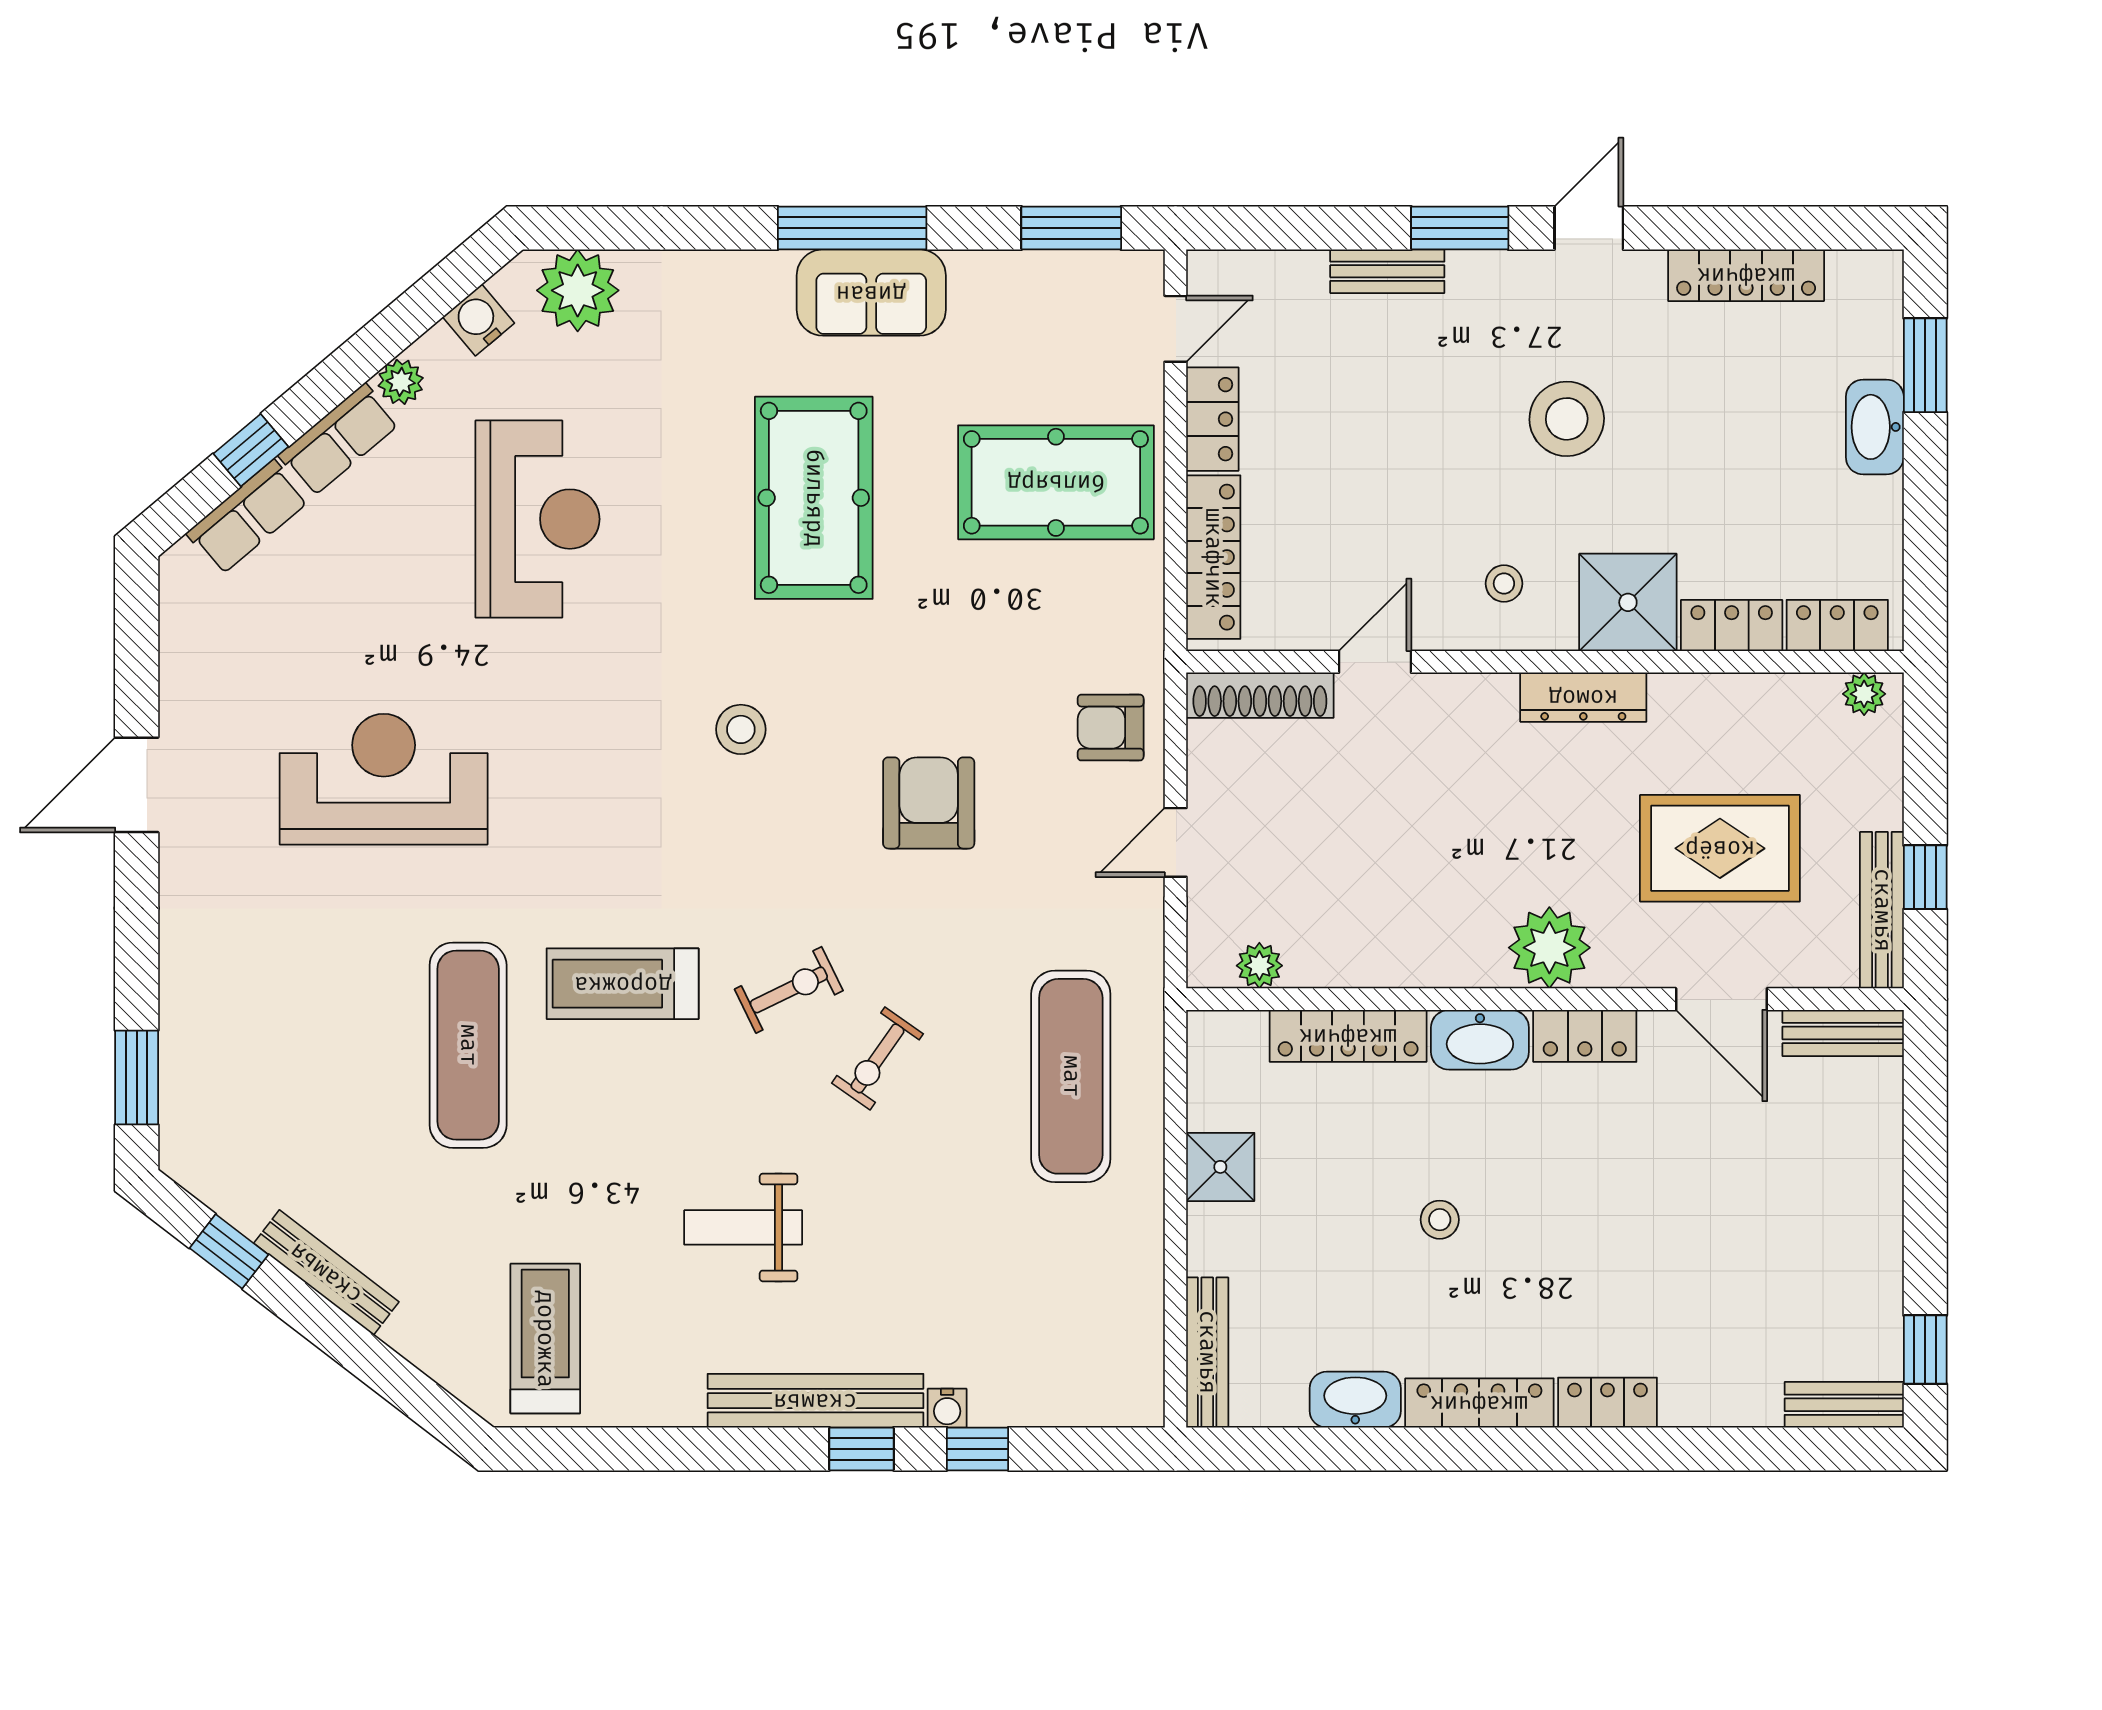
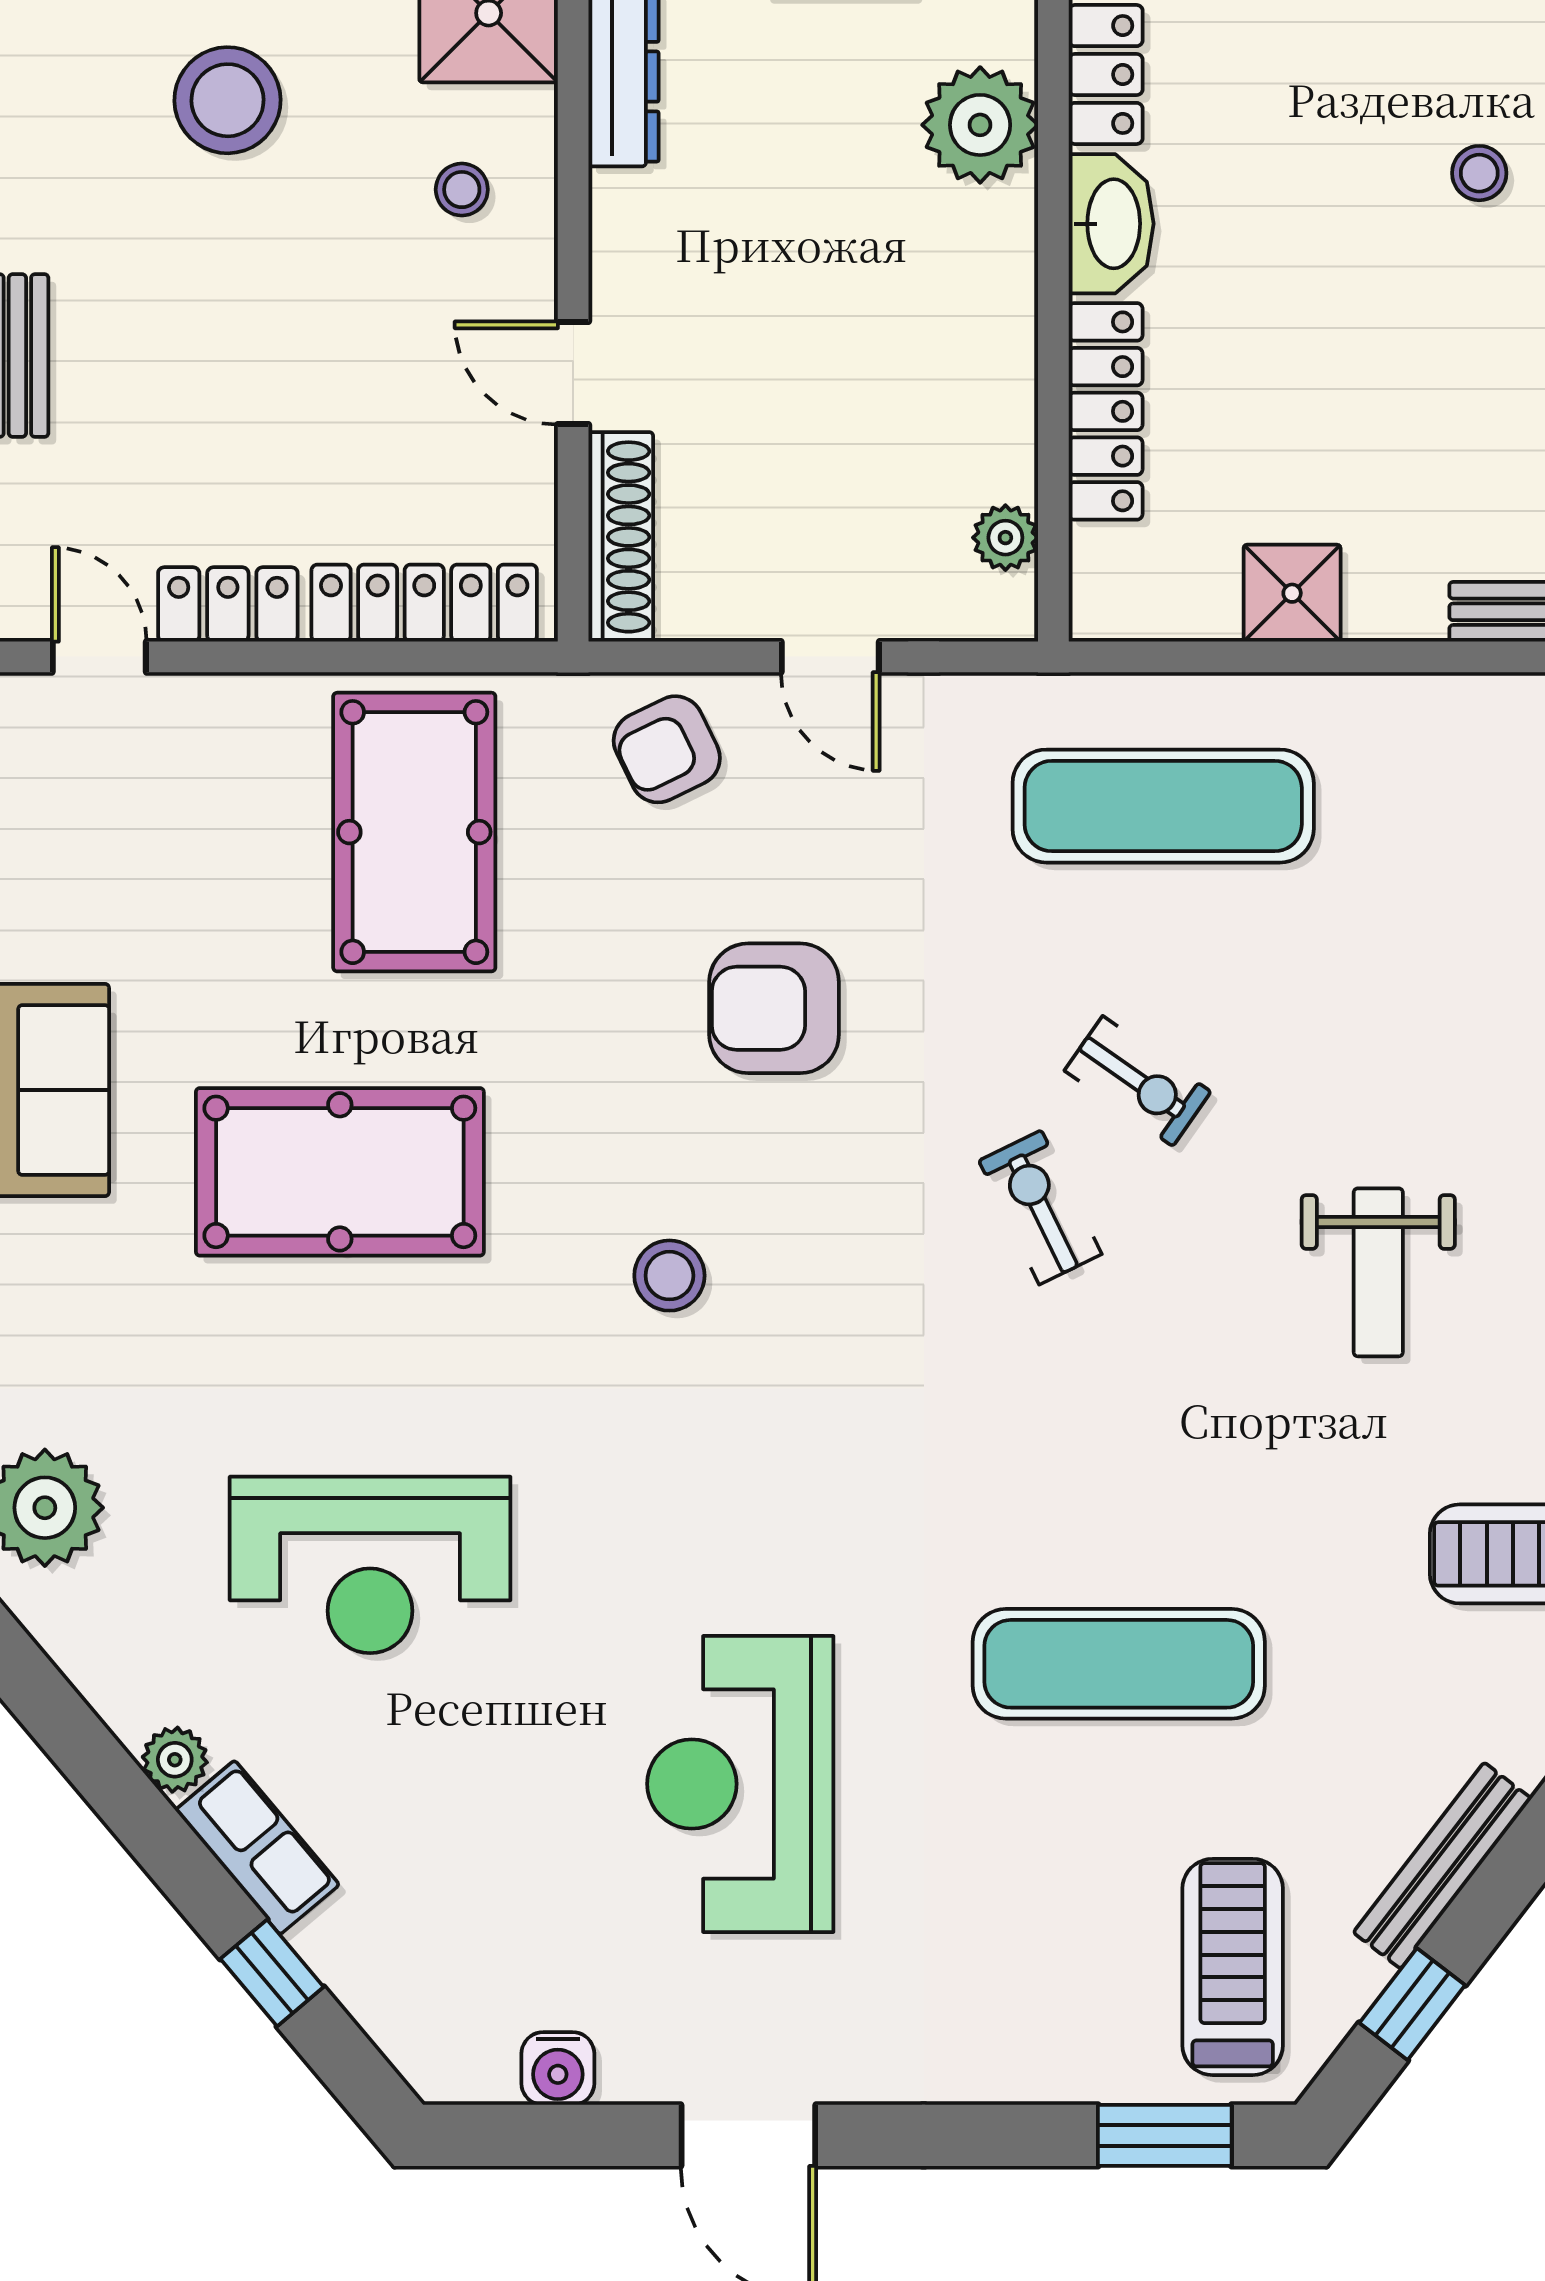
water cooler: (479, 320) -> (558, 2069), moved, turned -50
pool table: (1056, 482) -> (414, 832), moved
row of seats: (248, 517) -> (367, 1978), removed
reception desk: (538, 519) -> (370, 1565), turned 180
armchair: (1111, 728) -> (667, 749), turned 64
treadmill: (623, 984) -> (1233, 1967), moved, turned 180
stool: (1440, 1220) -> (1479, 173), moved

